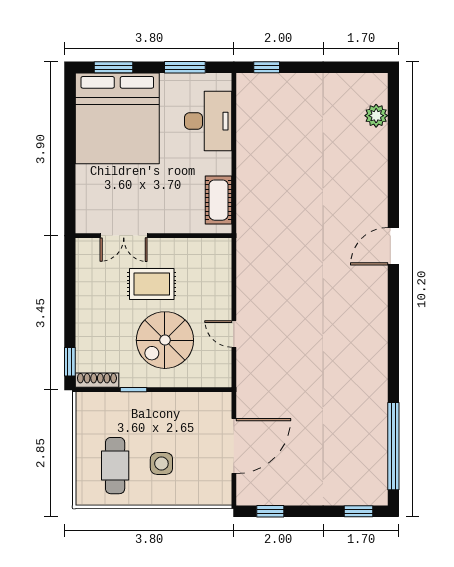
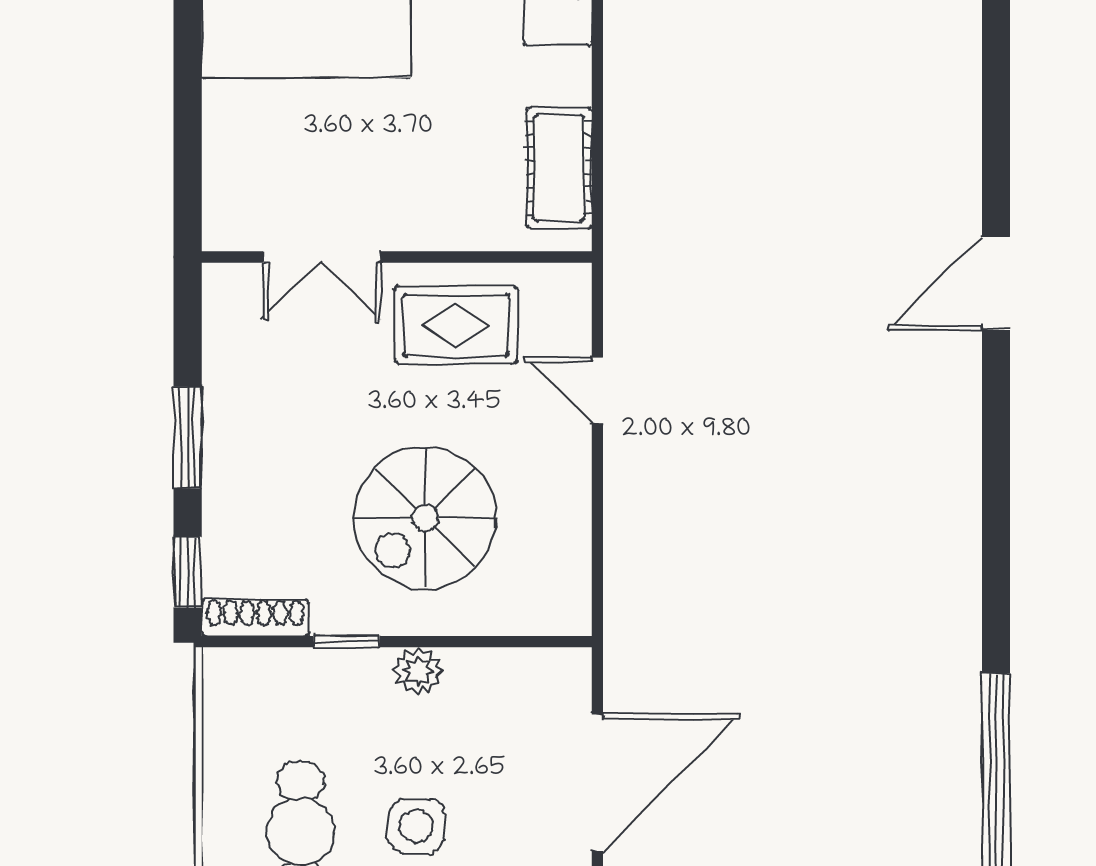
rug: (152, 284) -> (456, 325), moved
window: (70, 308) -> (188, 437), added
door: (234, 334) -> (597, 390), moved
plant: (162, 401) -> (418, 671), added

